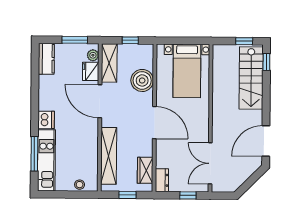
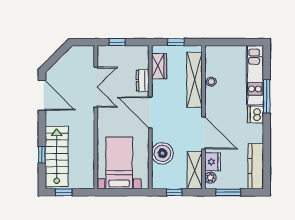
kitchen counter: (46, 59) -> (256, 166), width x1.50
window: (266, 62) -> (42, 155), moved
door: (266, 141) -> (42, 95), hinge flipped
window: (34, 154) -> (267, 96), moved
double door: (210, 163) -> (96, 87), moved
dresser: (162, 180) -> (143, 81), moved
stool: (80, 185) -> (211, 82), moved

